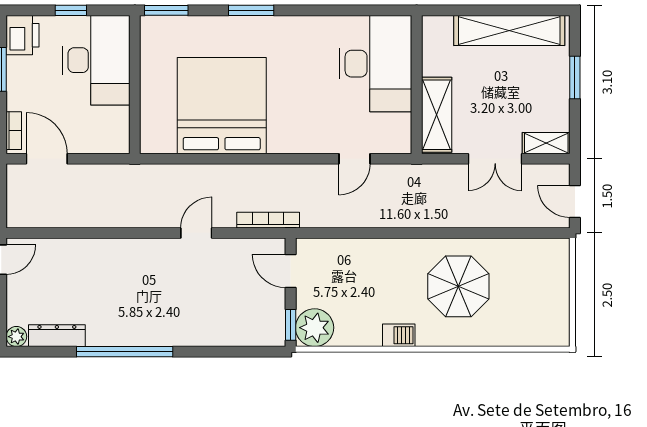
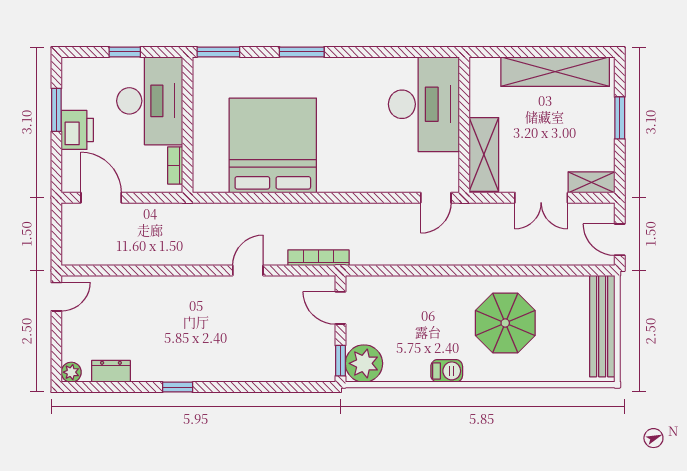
printer: (23, 35) -> (77, 130), moved
bookcase: (14, 131) -> (175, 165), moved, turned 180
door: (354, 159) -> (436, 198), moved
bench: (557, 290) -> (602, 326), added
dresser: (57, 336) -> (111, 371), width x0.70
window: (125, 352) -> (178, 387), width x0.32

